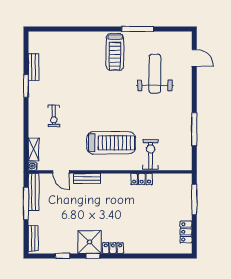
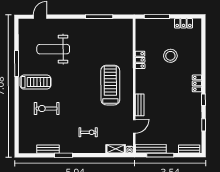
exercise bike: (151, 154) -> (47, 109), moved
stool: (147, 216) -> (170, 56), added
shower: (90, 242) -> (192, 103), removed

